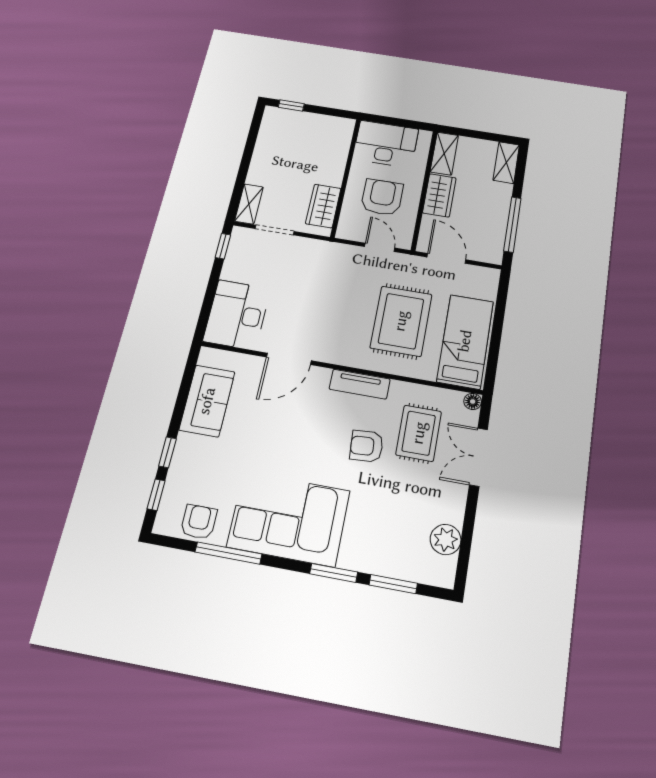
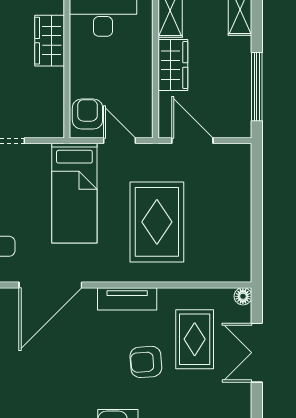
armchair: (382, 197) -> (87, 114), moved, width x0.72, depth x0.72
wardrobe: (323, 206) -> (50, 41), moved
bed: (465, 341) -> (74, 193), moved, turned 180
door: (289, 359) -> (50, 285), width x1.36

